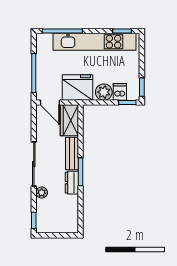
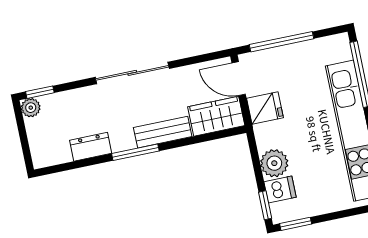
fridge: (78, 88) -> (265, 108), width x0.53, depth x0.75
door: (50, 103) -> (239, 79), hinge flipped
dresser: (72, 183) -> (91, 147), moved
plant: (42, 193) -> (31, 108), moved

